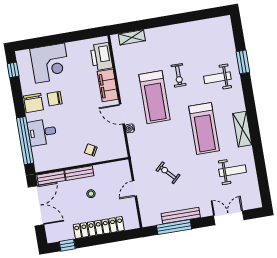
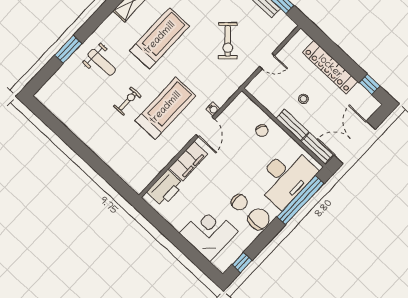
shelving: (132, 37) -> (125, 173), removed
desk: (42, 132) -> (286, 177), width x1.87, depth x1.30
exercise bike: (168, 173) -> (228, 41), width x1.38, depth x1.39

